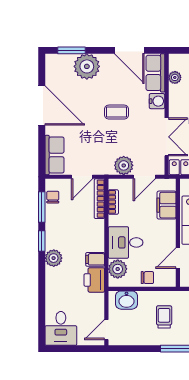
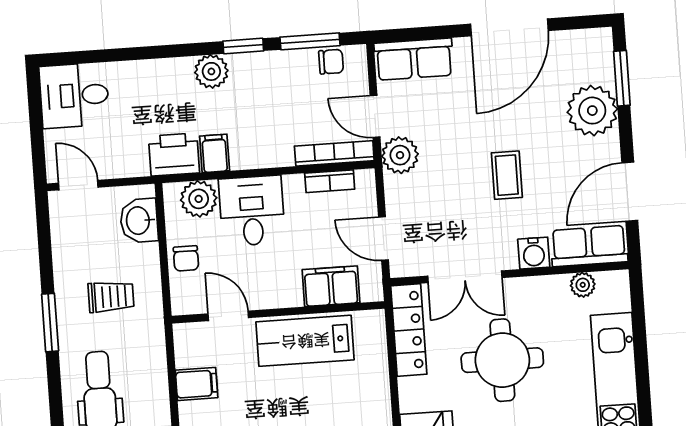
plant: (124, 165) -> (400, 155), moved

